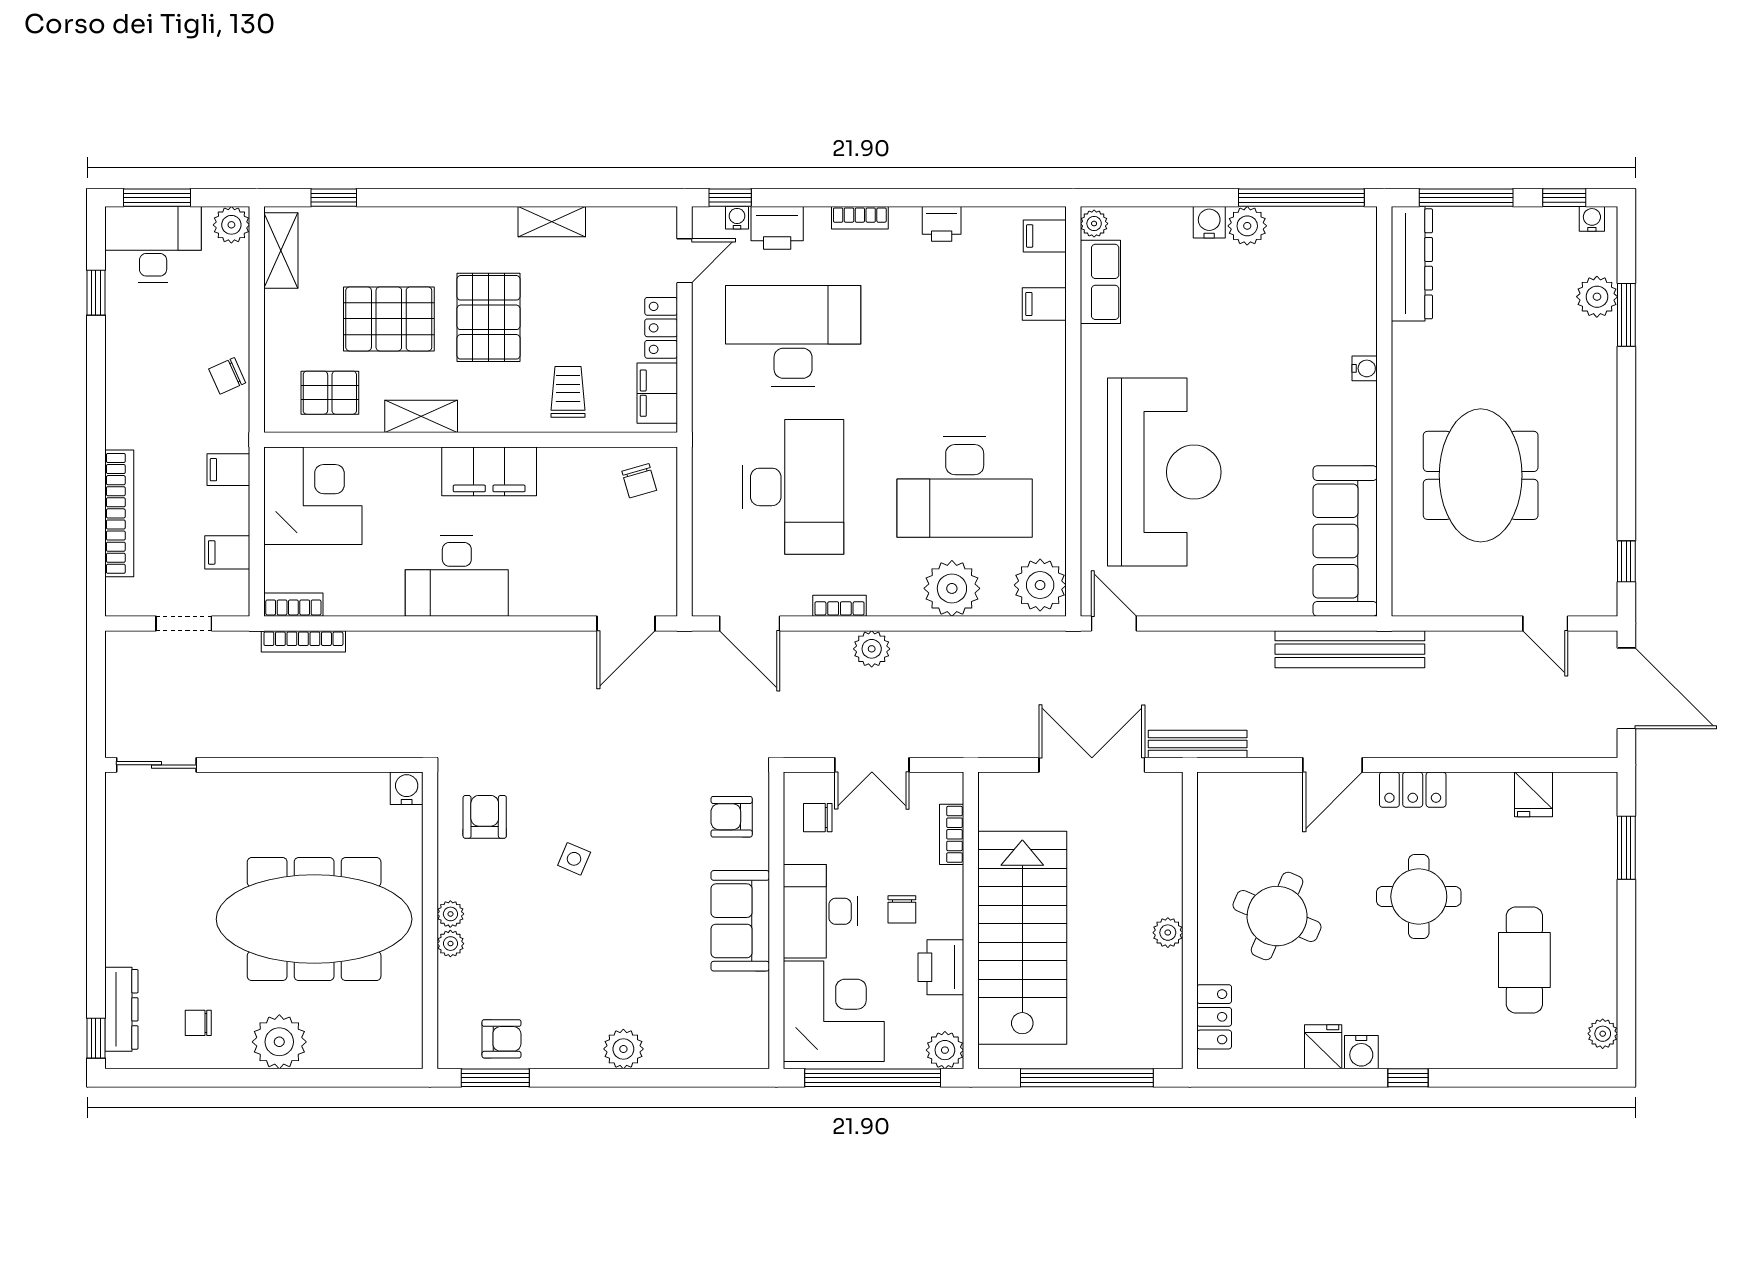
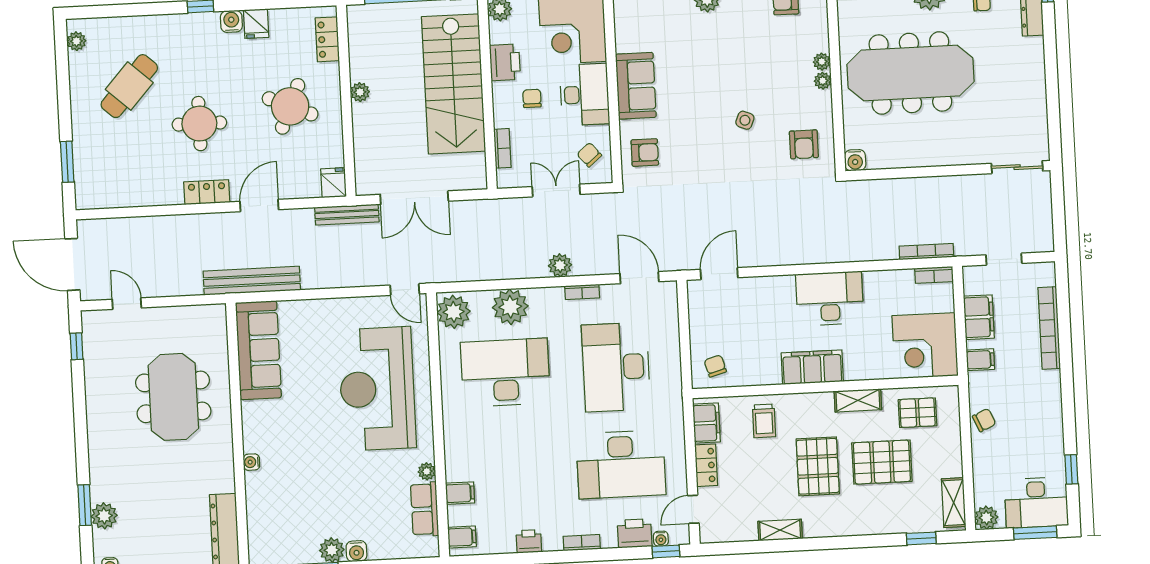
plant: (1094, 224) -> (427, 471), moved
filing cabinet: (227, 552) -> (979, 317), width x2.00
fridge: (1533, 794) -> (334, 183), moved
chair: (818, 818) -> (589, 155), turned -130
cafe table: (1524, 960) -> (129, 86), turned 42

